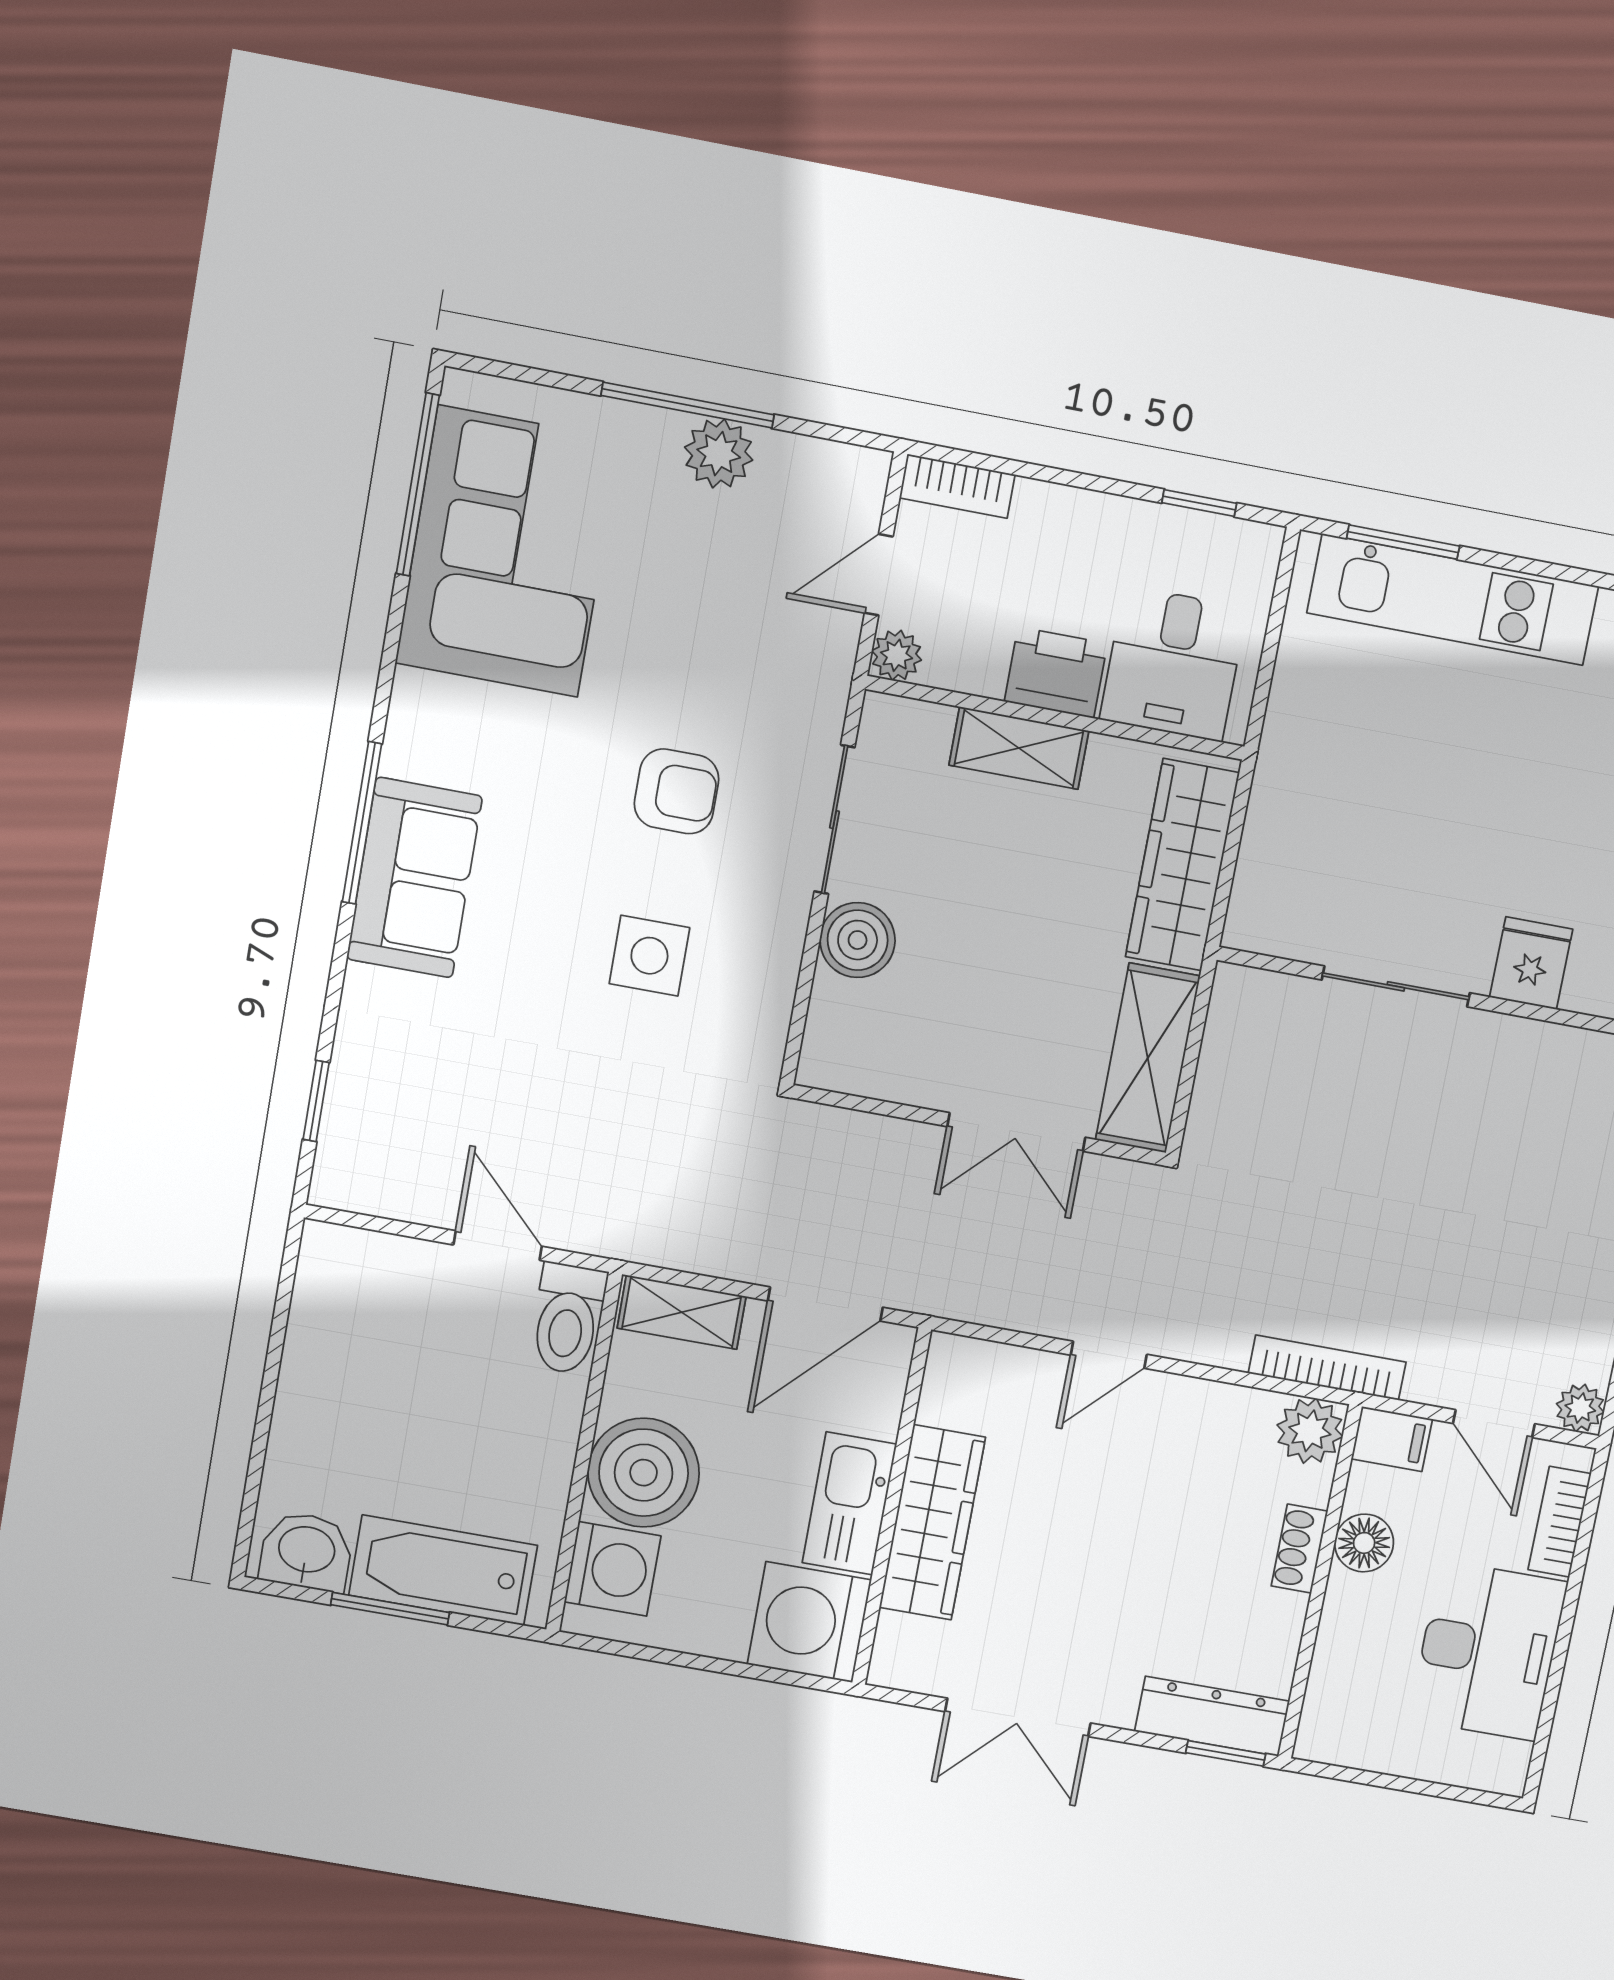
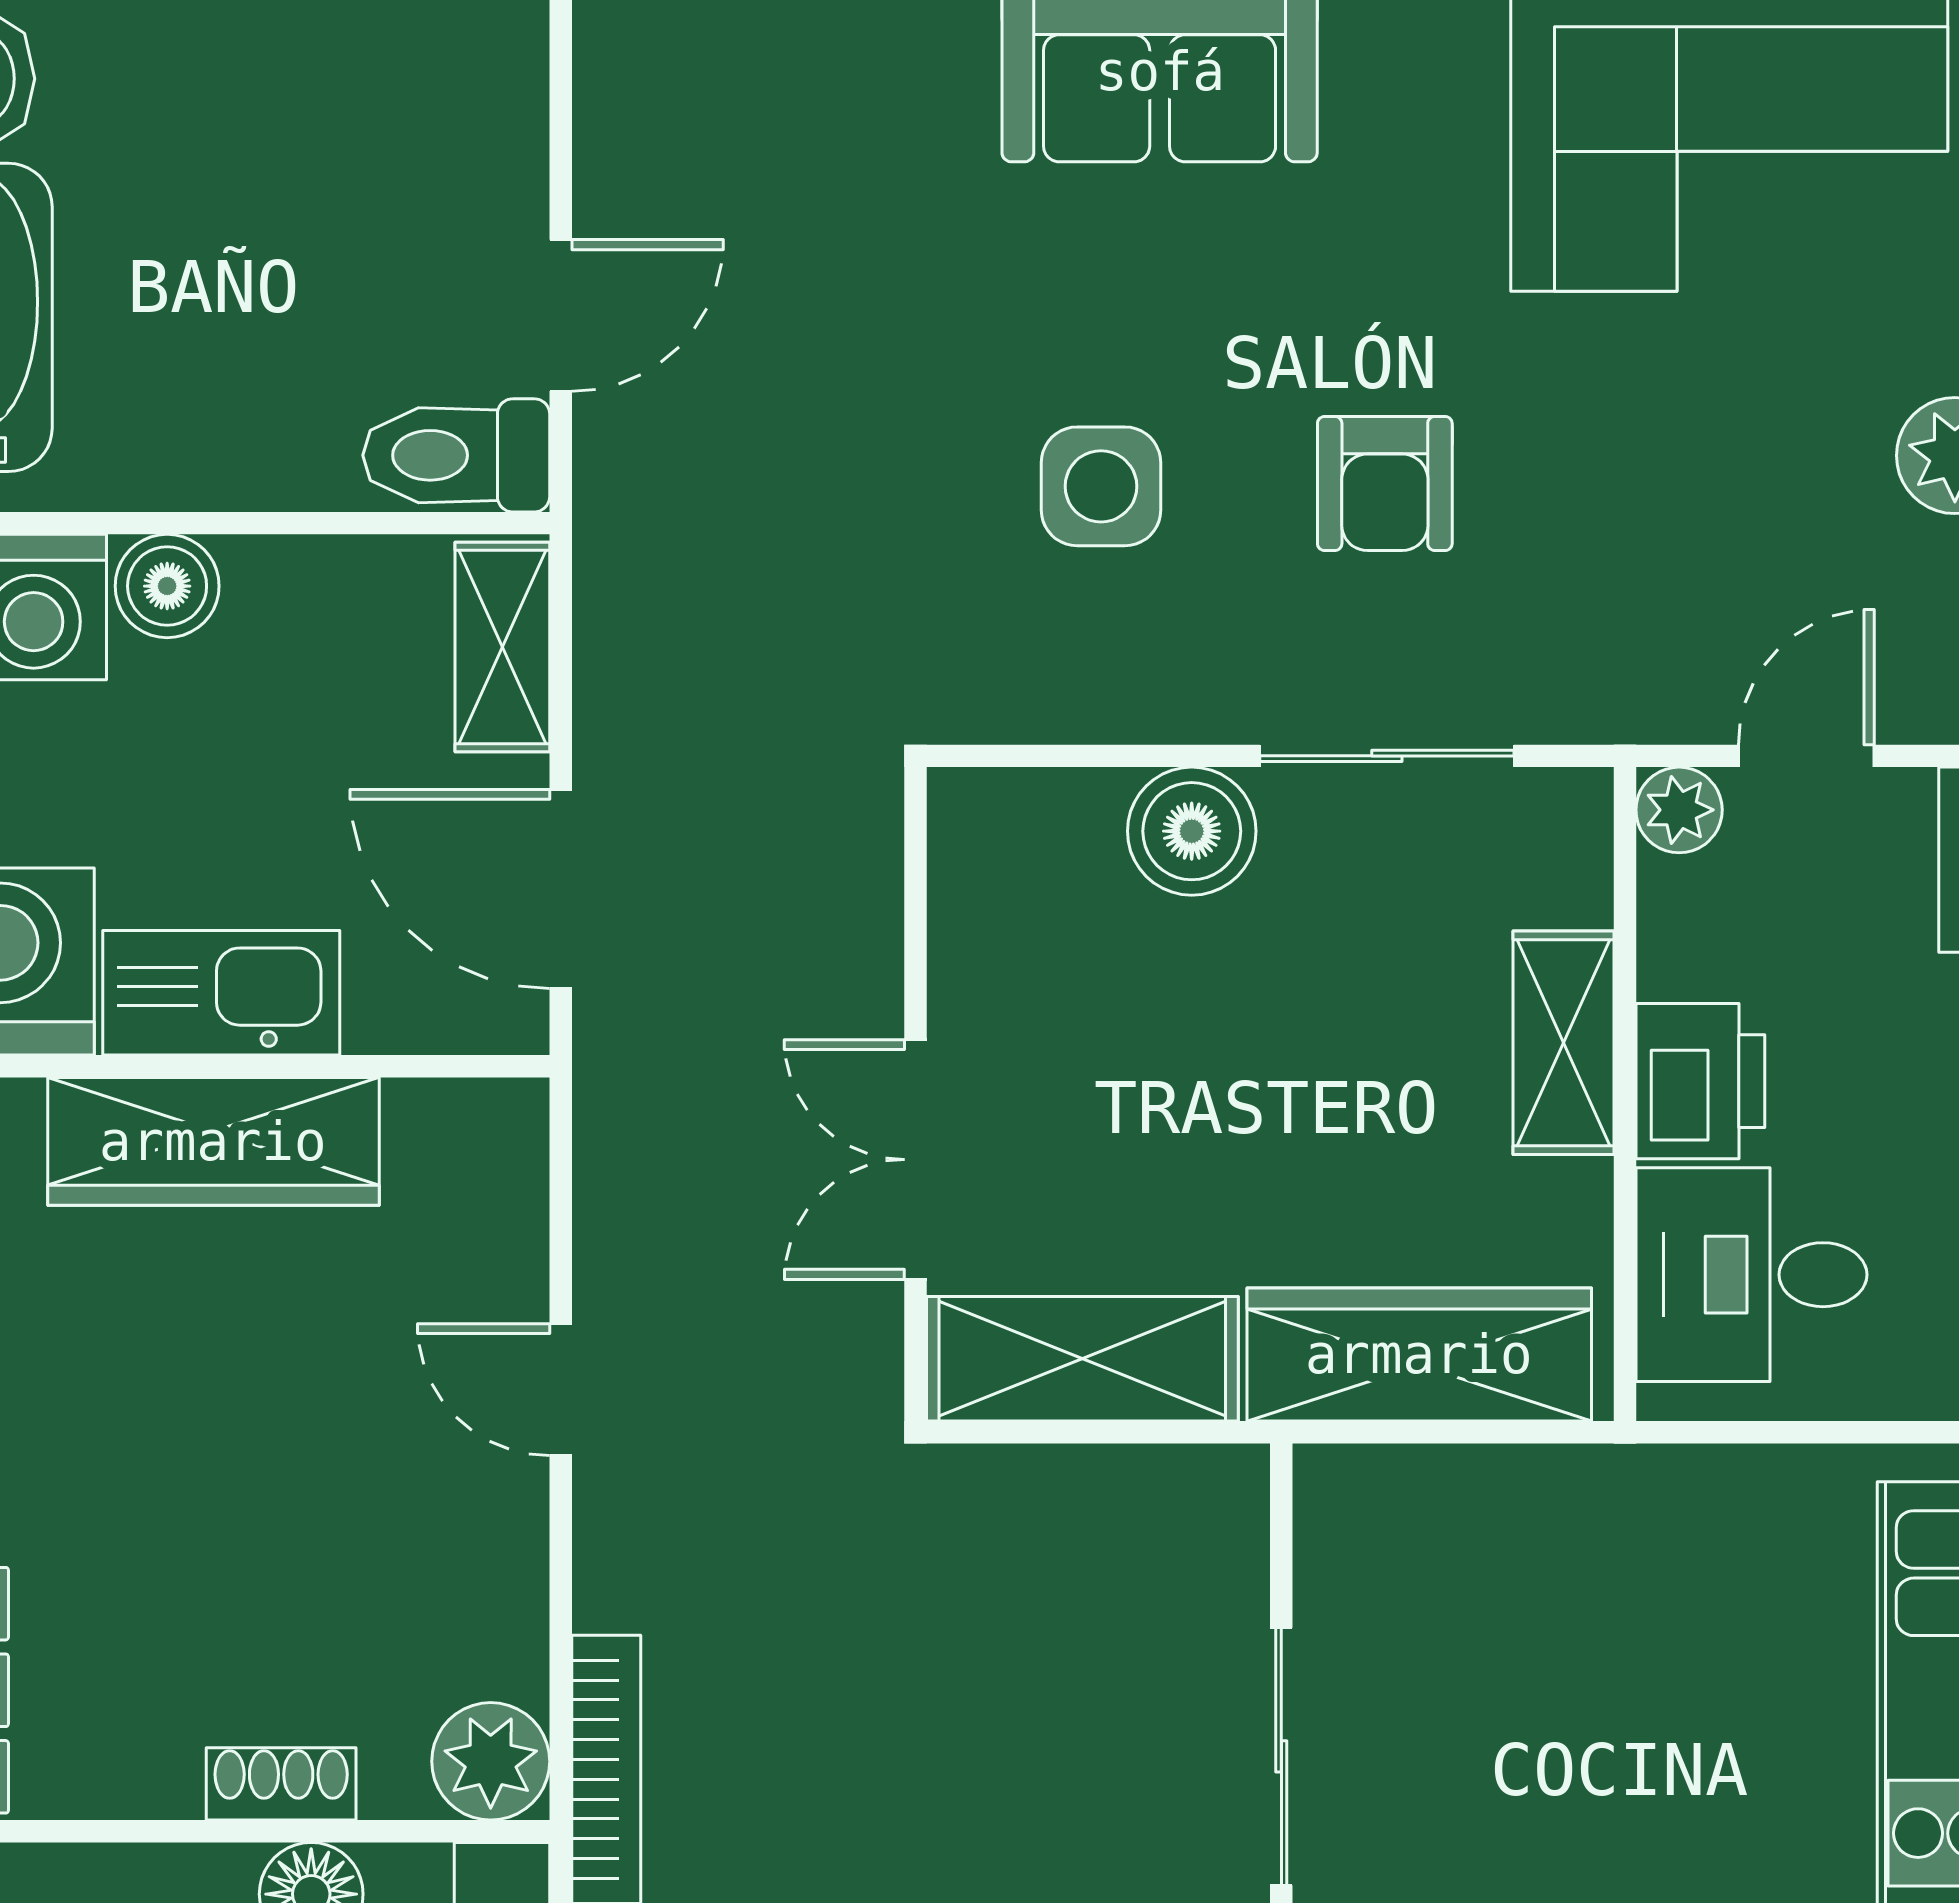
door: (879, 575) -> (1806, 756), hinge flipped
boiler: (644, 1473) -> (167, 586), width x0.54, depth x0.54

